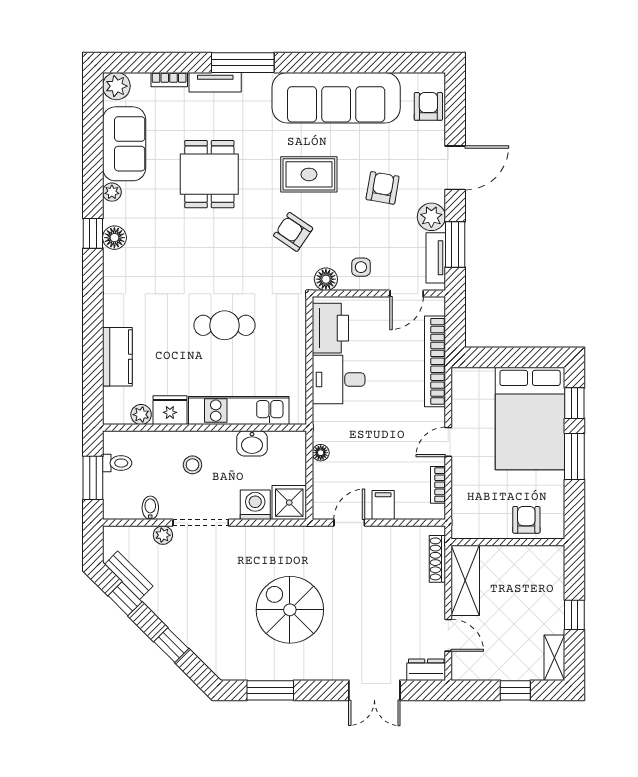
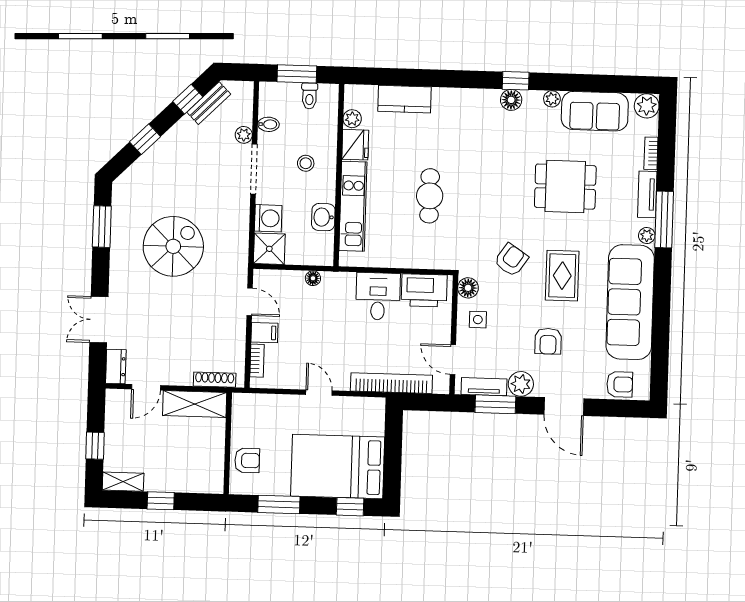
plant: (261, 81) -> (647, 236), added
armchair: (383, 188) -> (548, 341), turned 80
window: (574, 456) -> (279, 504), moved
bookcase: (438, 485) -> (257, 361), moved, turned 90

